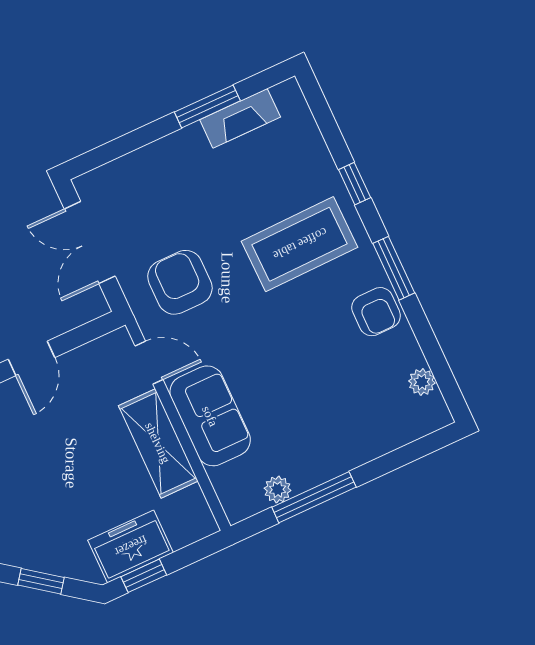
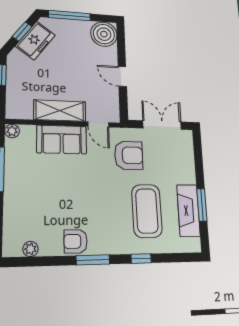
fireplace: (240, 118) -> (188, 210), width x1.37, depth x1.32
coffee table: (300, 244) -> (147, 211), moved
door: (149, 363) -> (98, 124), hinge flipped
plant: (278, 489) -> (12, 131), moved
freezer: (131, 546) -> (35, 41), moved, turned 37

